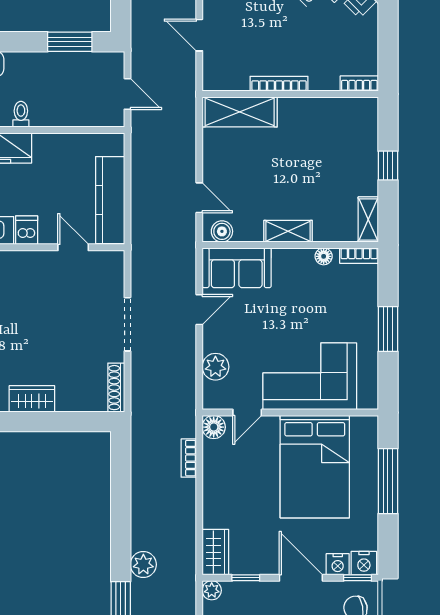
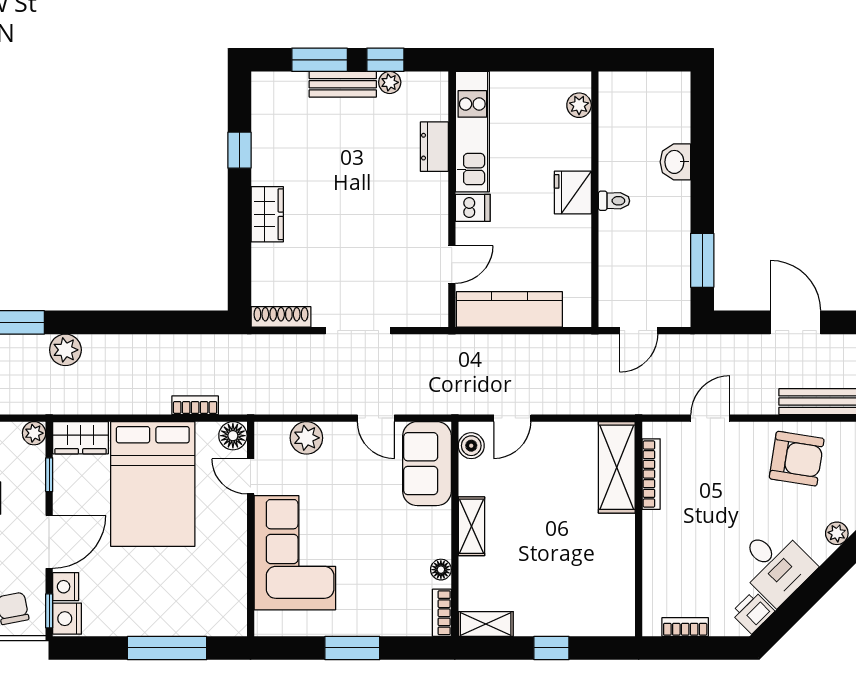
bookcase: (279, 84) -> (651, 474), moved
bookcase: (359, 84) -> (685, 627), moved, turned -90
bed: (315, 467) -> (153, 484), moved, turned -90

